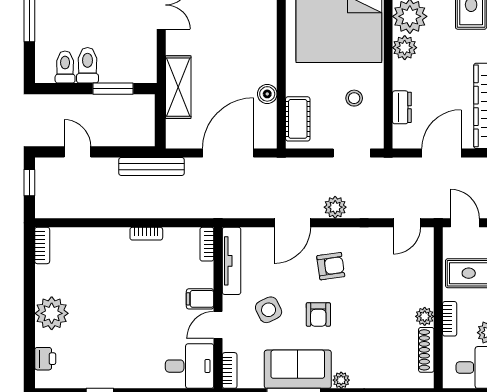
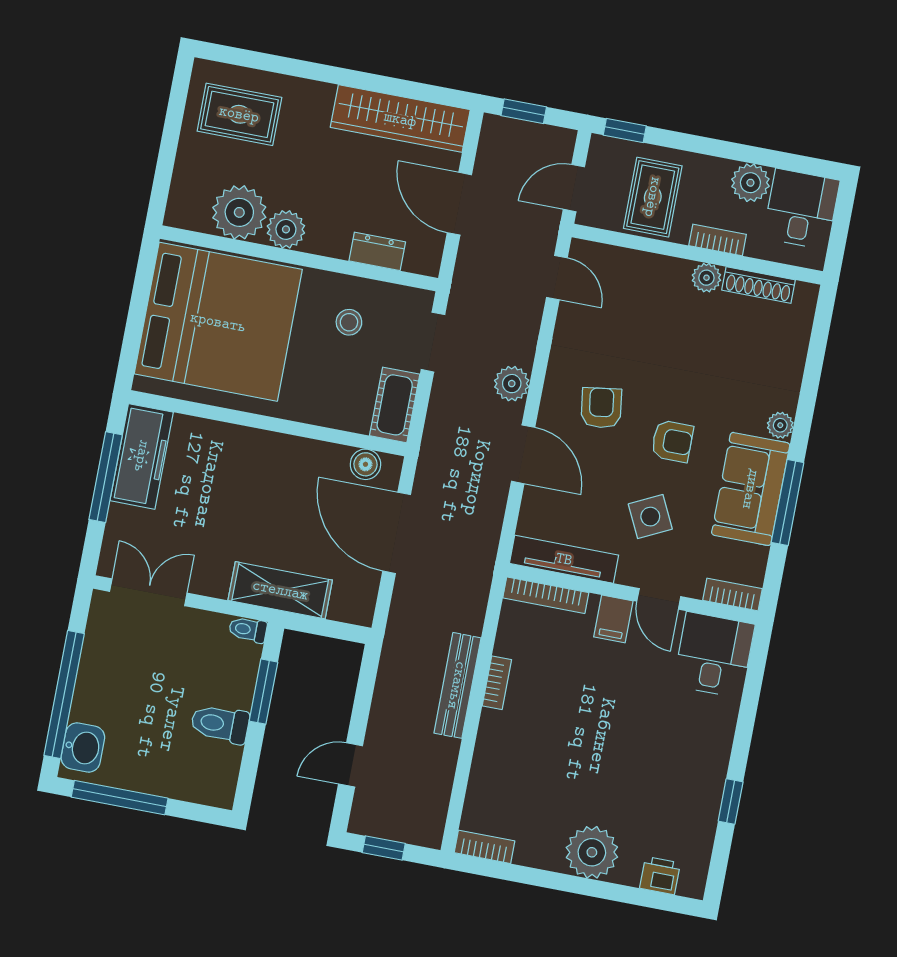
toilet: (65, 67) -> (248, 630), moved, width x0.73, depth x0.72
boiler: (267, 94) -> (365, 464), moved
cot: (298, 119) -> (395, 405), moved, turned 90
bench: (152, 166) -> (457, 685), moved
bookcase: (207, 244) -> (546, 595), width x1.56

